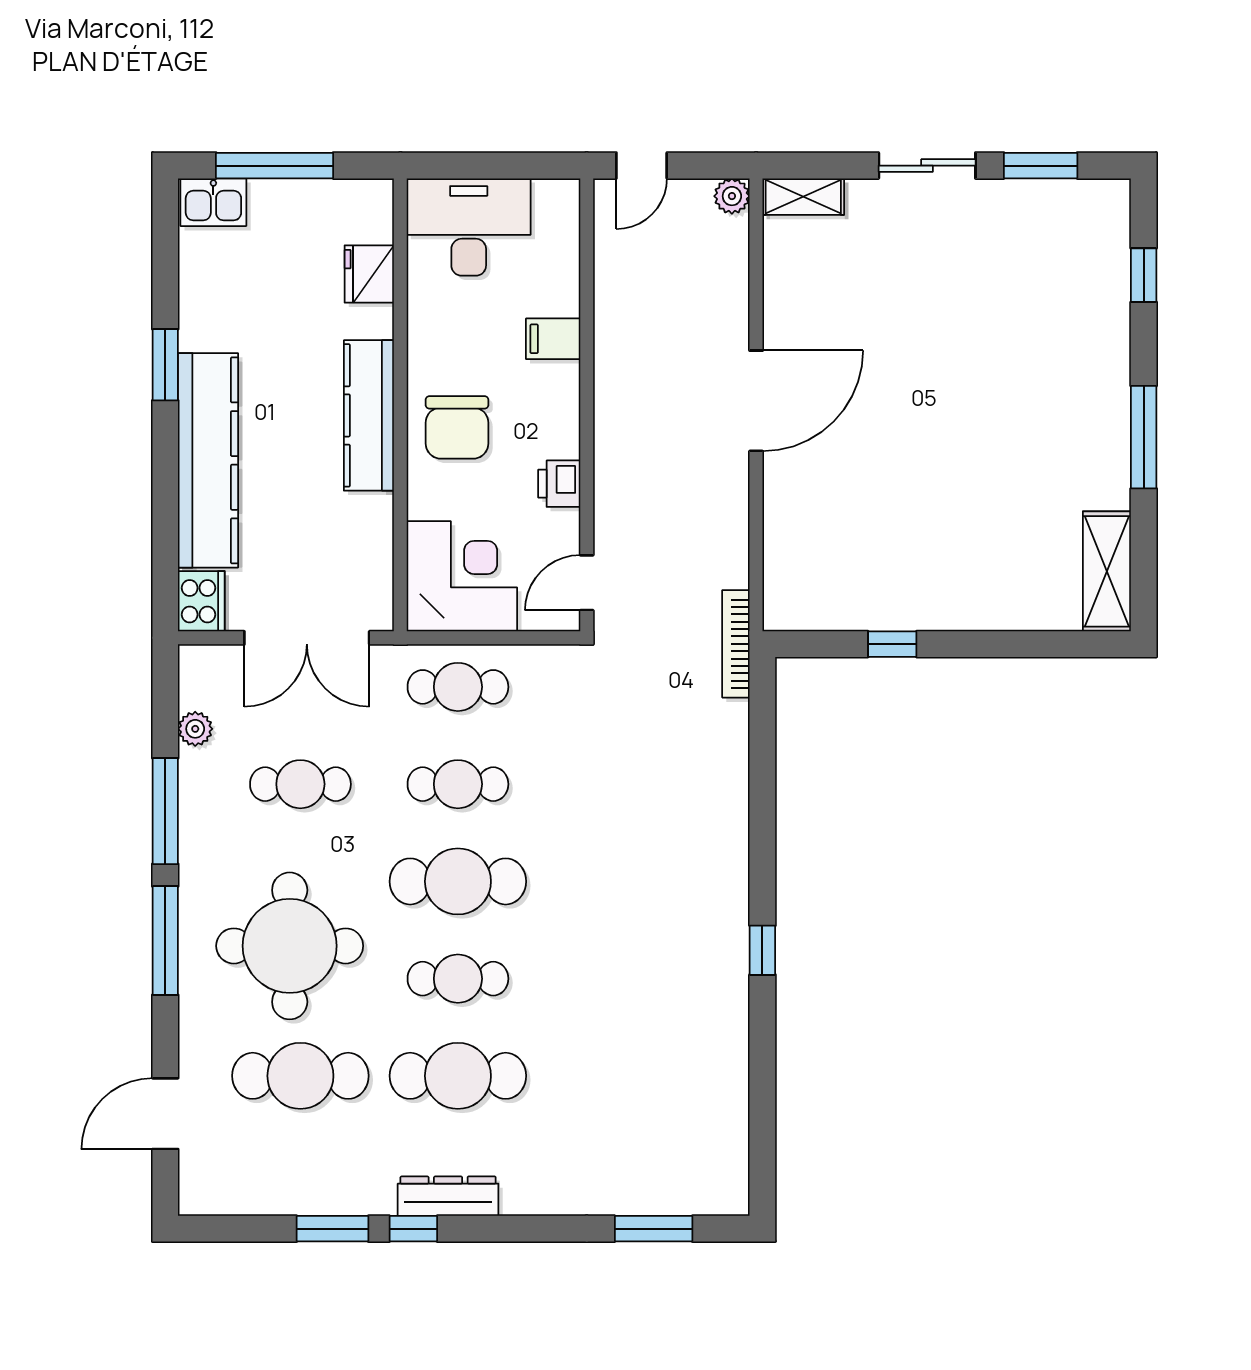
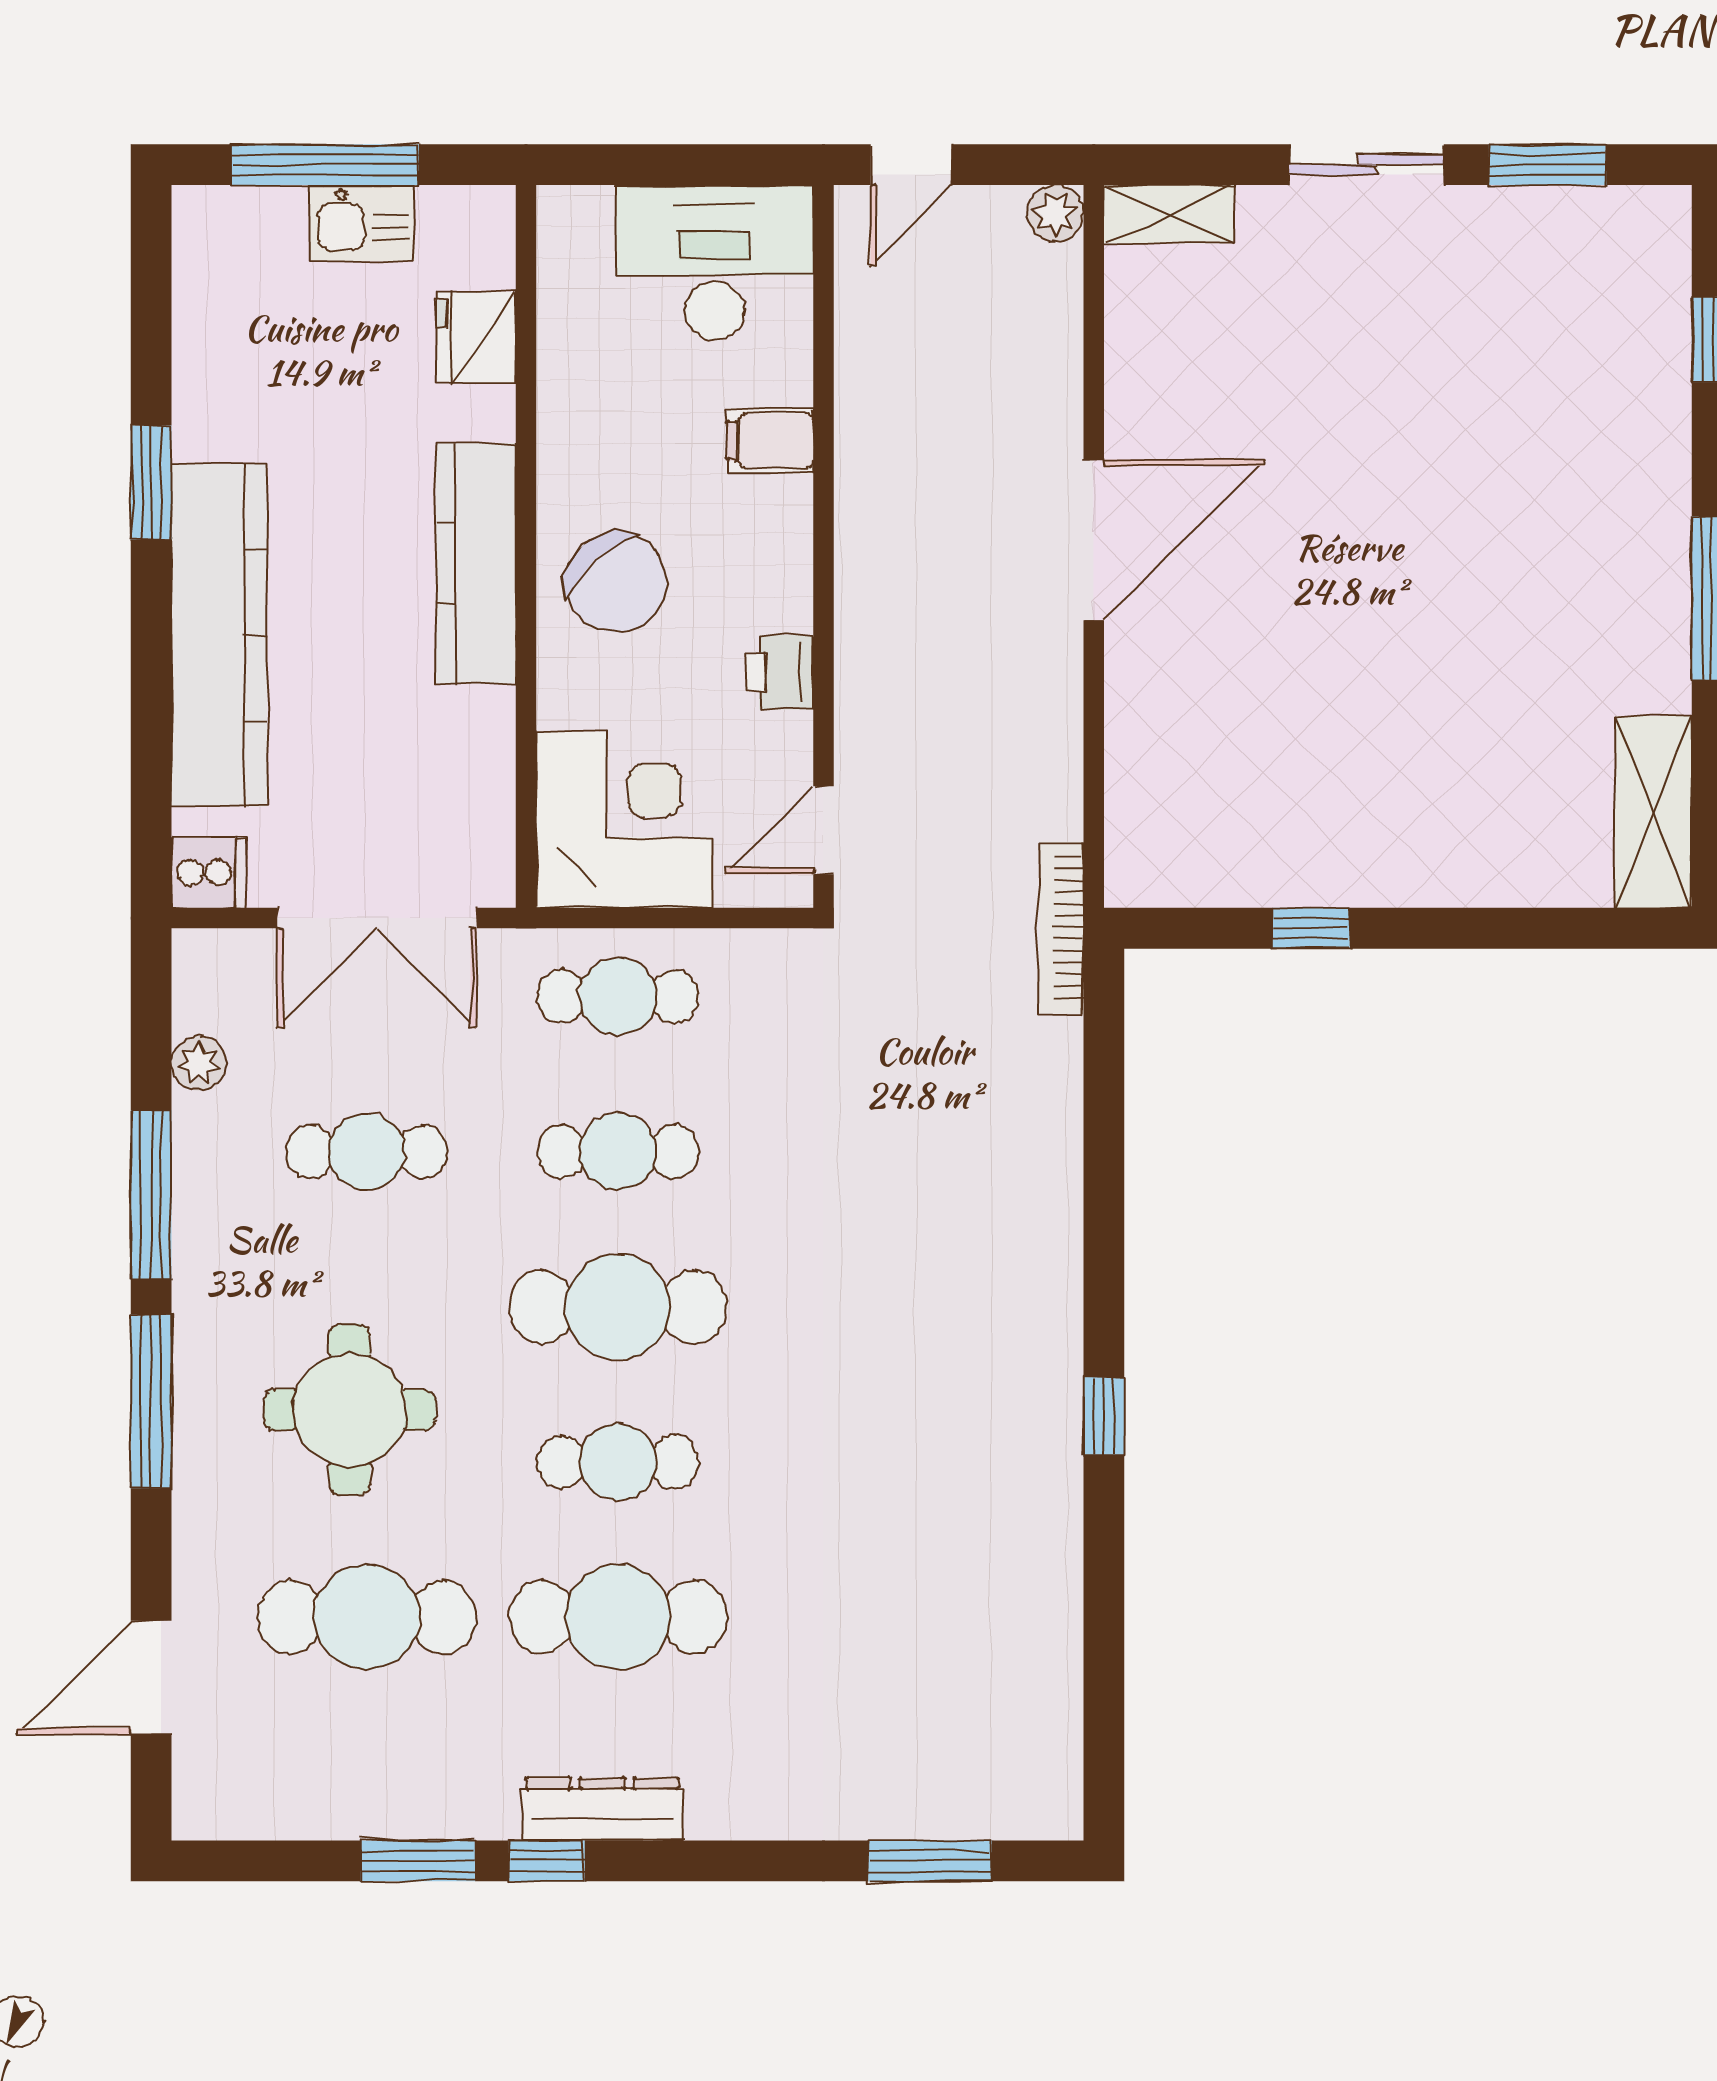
kitchen sink: (213, 202) -> (362, 223), moved
desk: (469, 227) -> (714, 263), moved
chair: (457, 427) -> (617, 582), turned -42
cooker: (201, 601) -> (209, 873), width x0.73
round table: (290, 946) -> (350, 1410), width x0.73, depth x0.73

